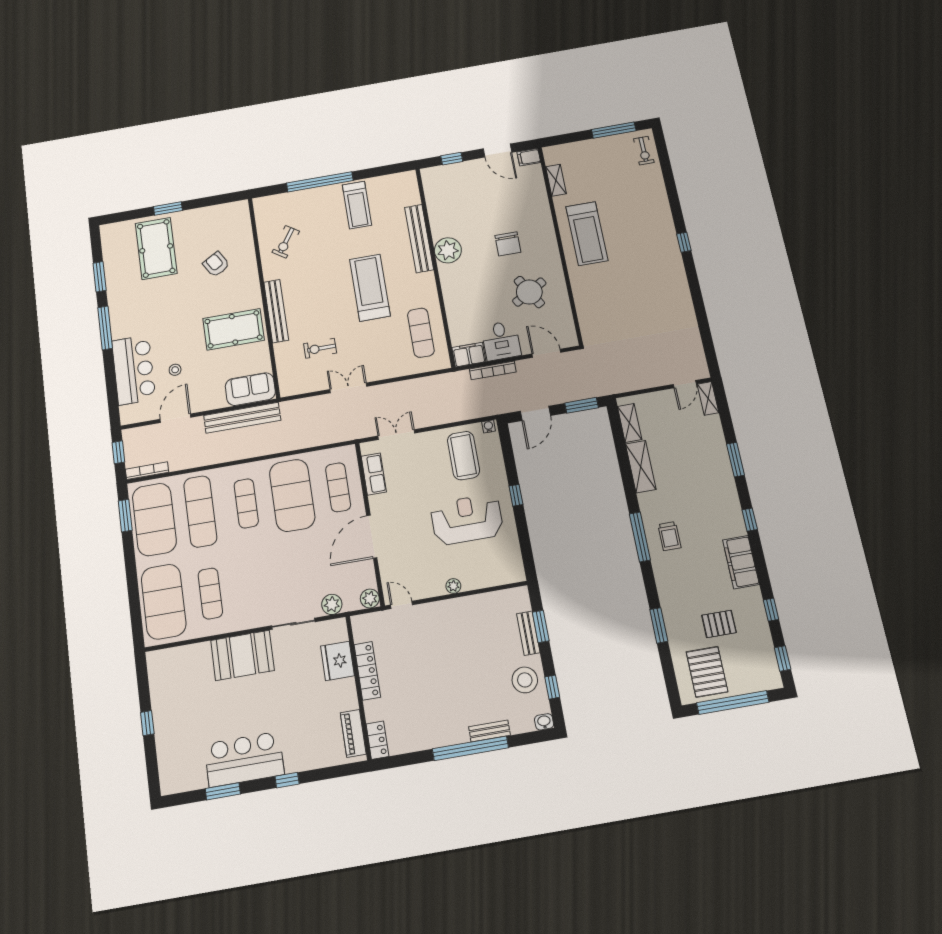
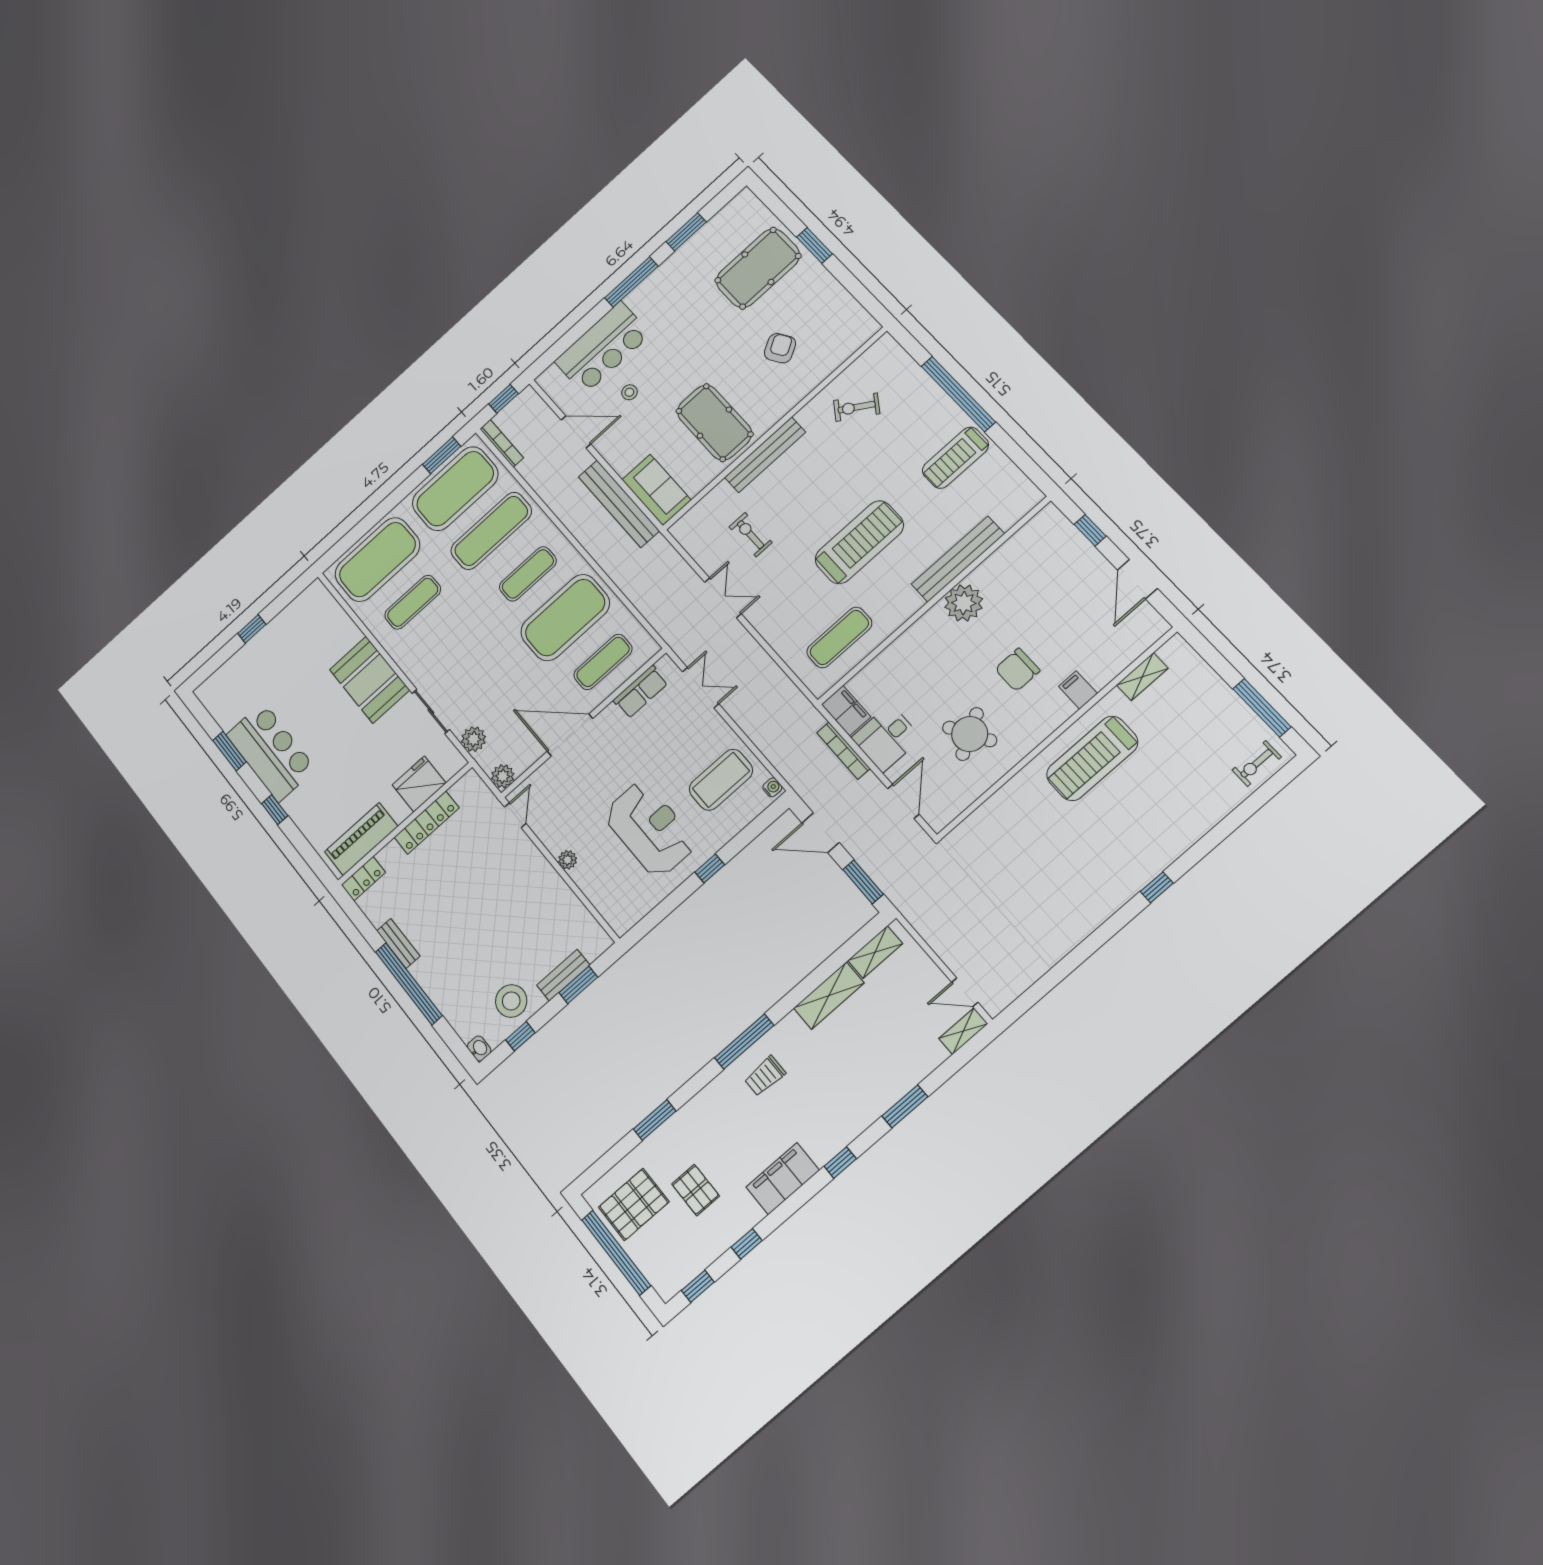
filing cabinet: (529, 157) -> (1078, 690), moved
bench: (489, 731) -> (398, 943), moved
piano: (353, 733) -> (361, 839), width x1.37, depth x1.33

